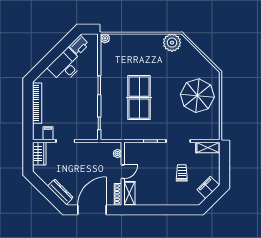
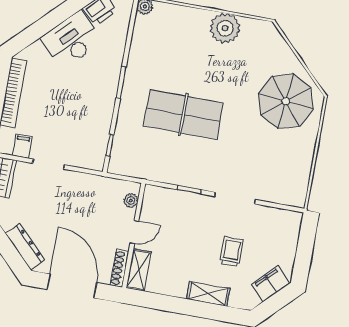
plant: (172, 43) -> (225, 28), moved
parasol: (197, 96) -> (286, 101), moved
table tennis table: (139, 98) -> (183, 115), turned 90
shelving: (208, 148) -> (208, 294), moved
door: (92, 210) -> (72, 286), hinge flipped

